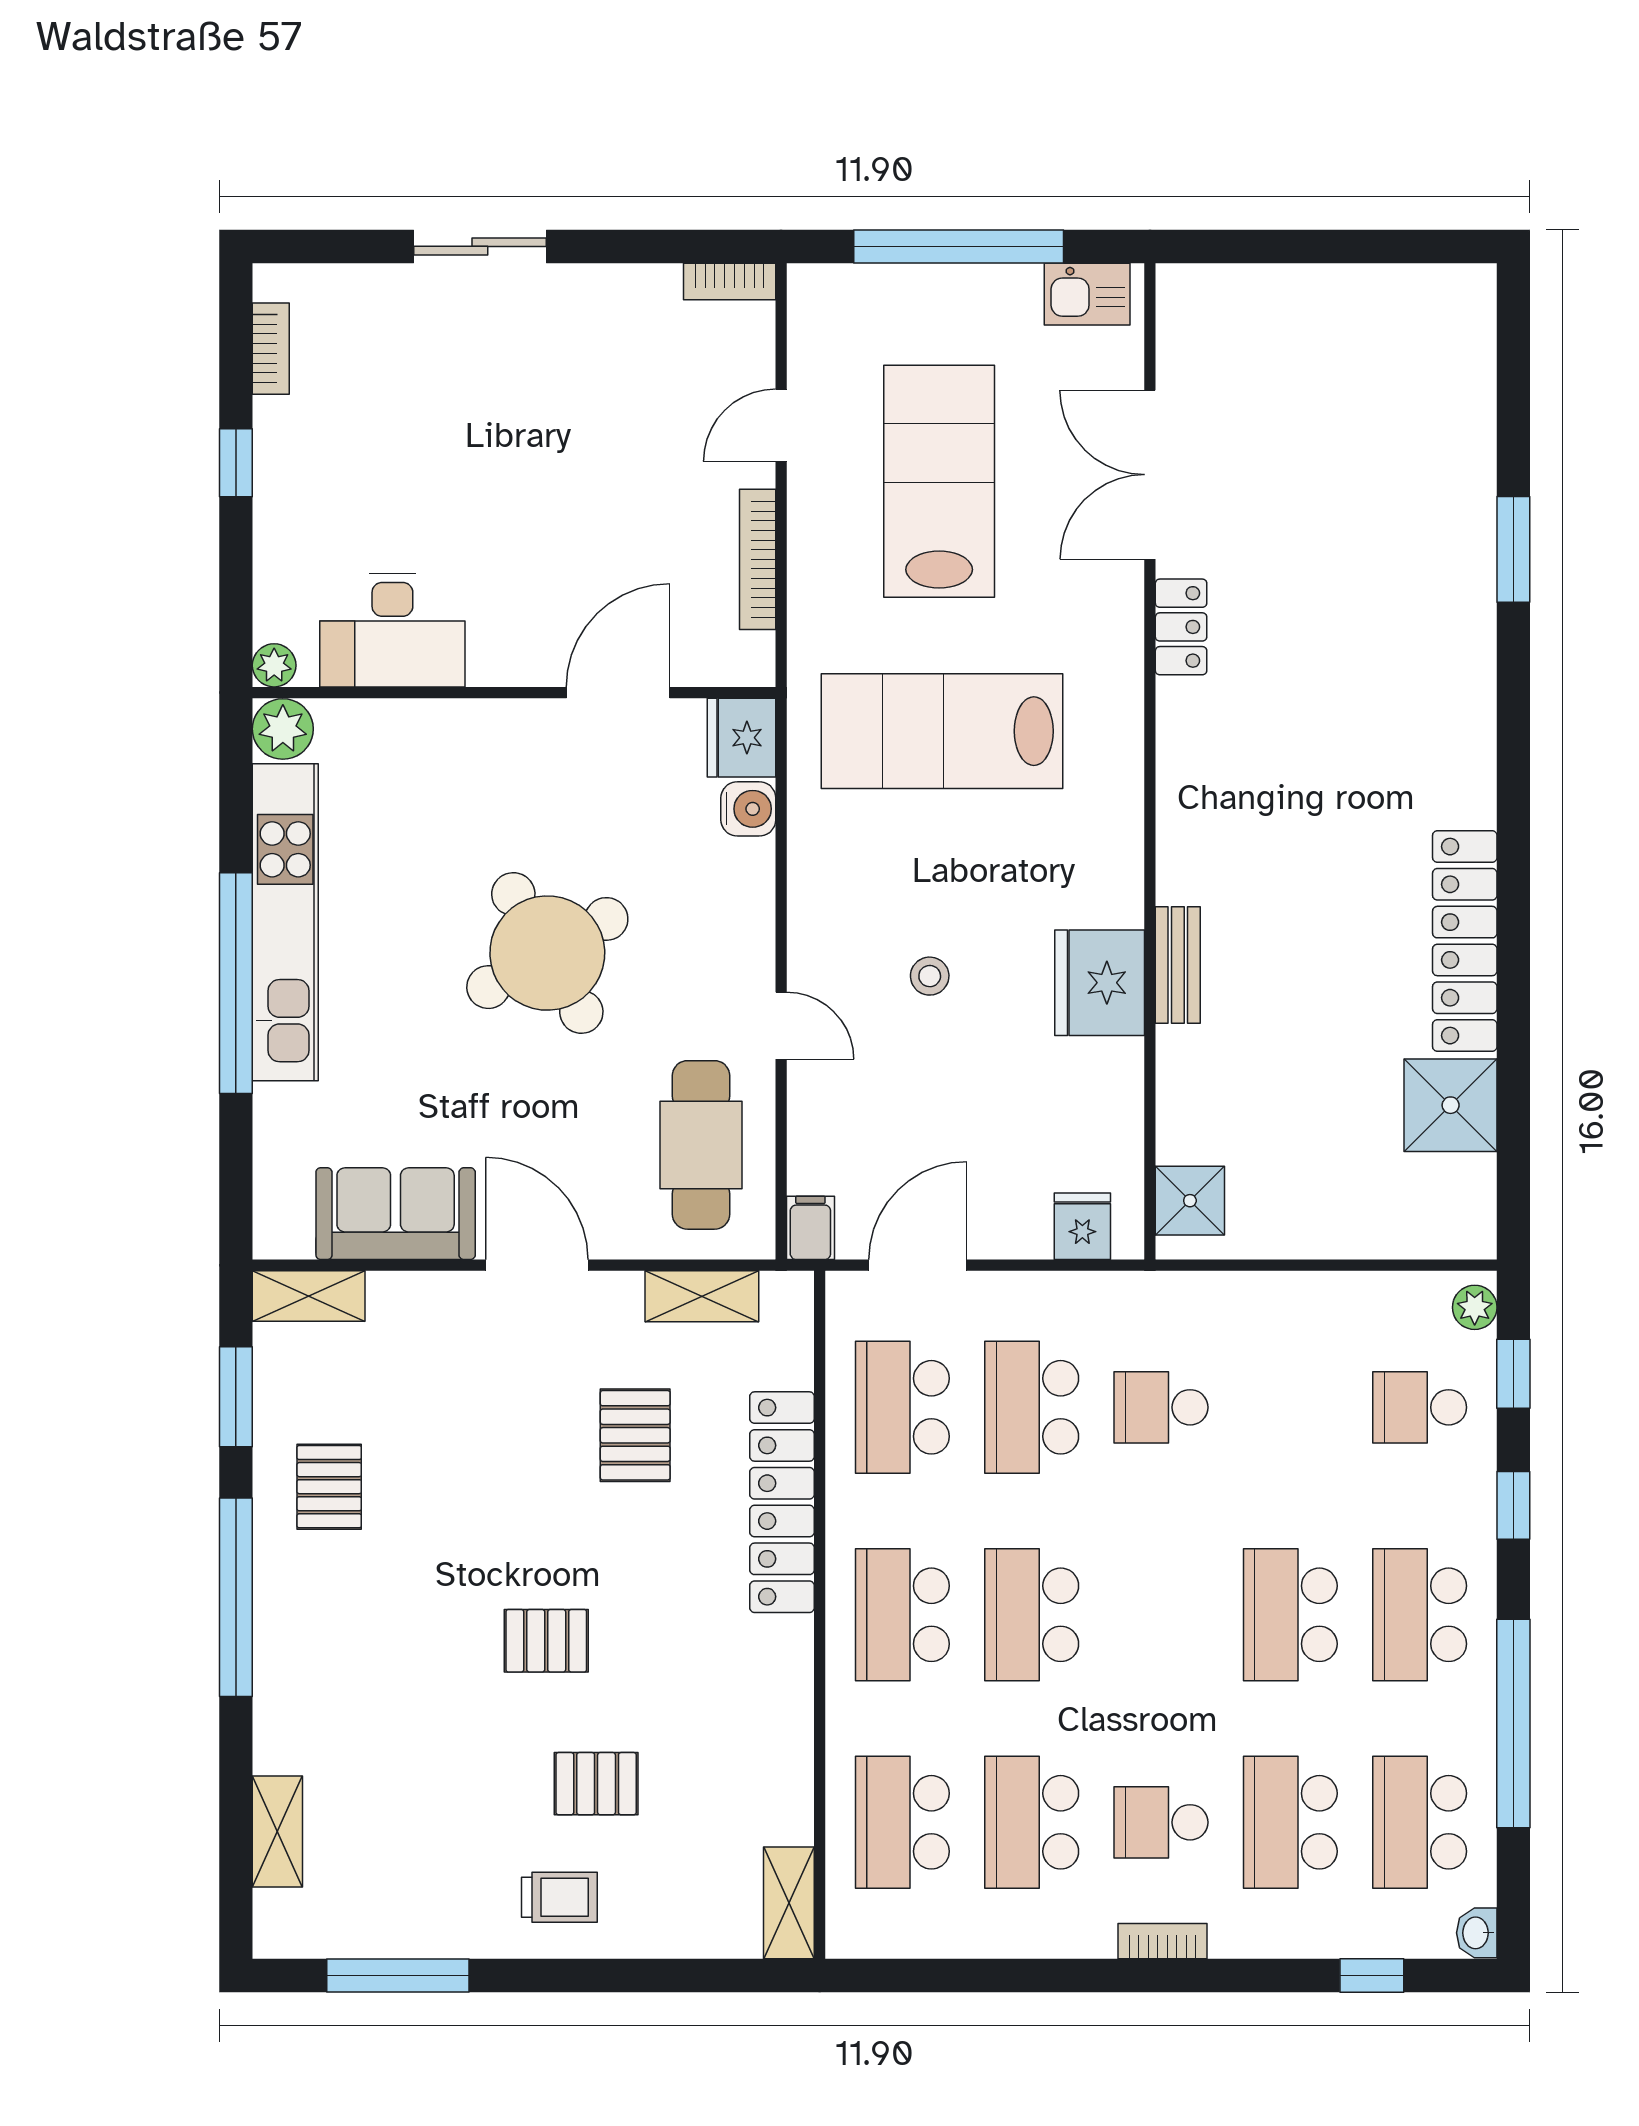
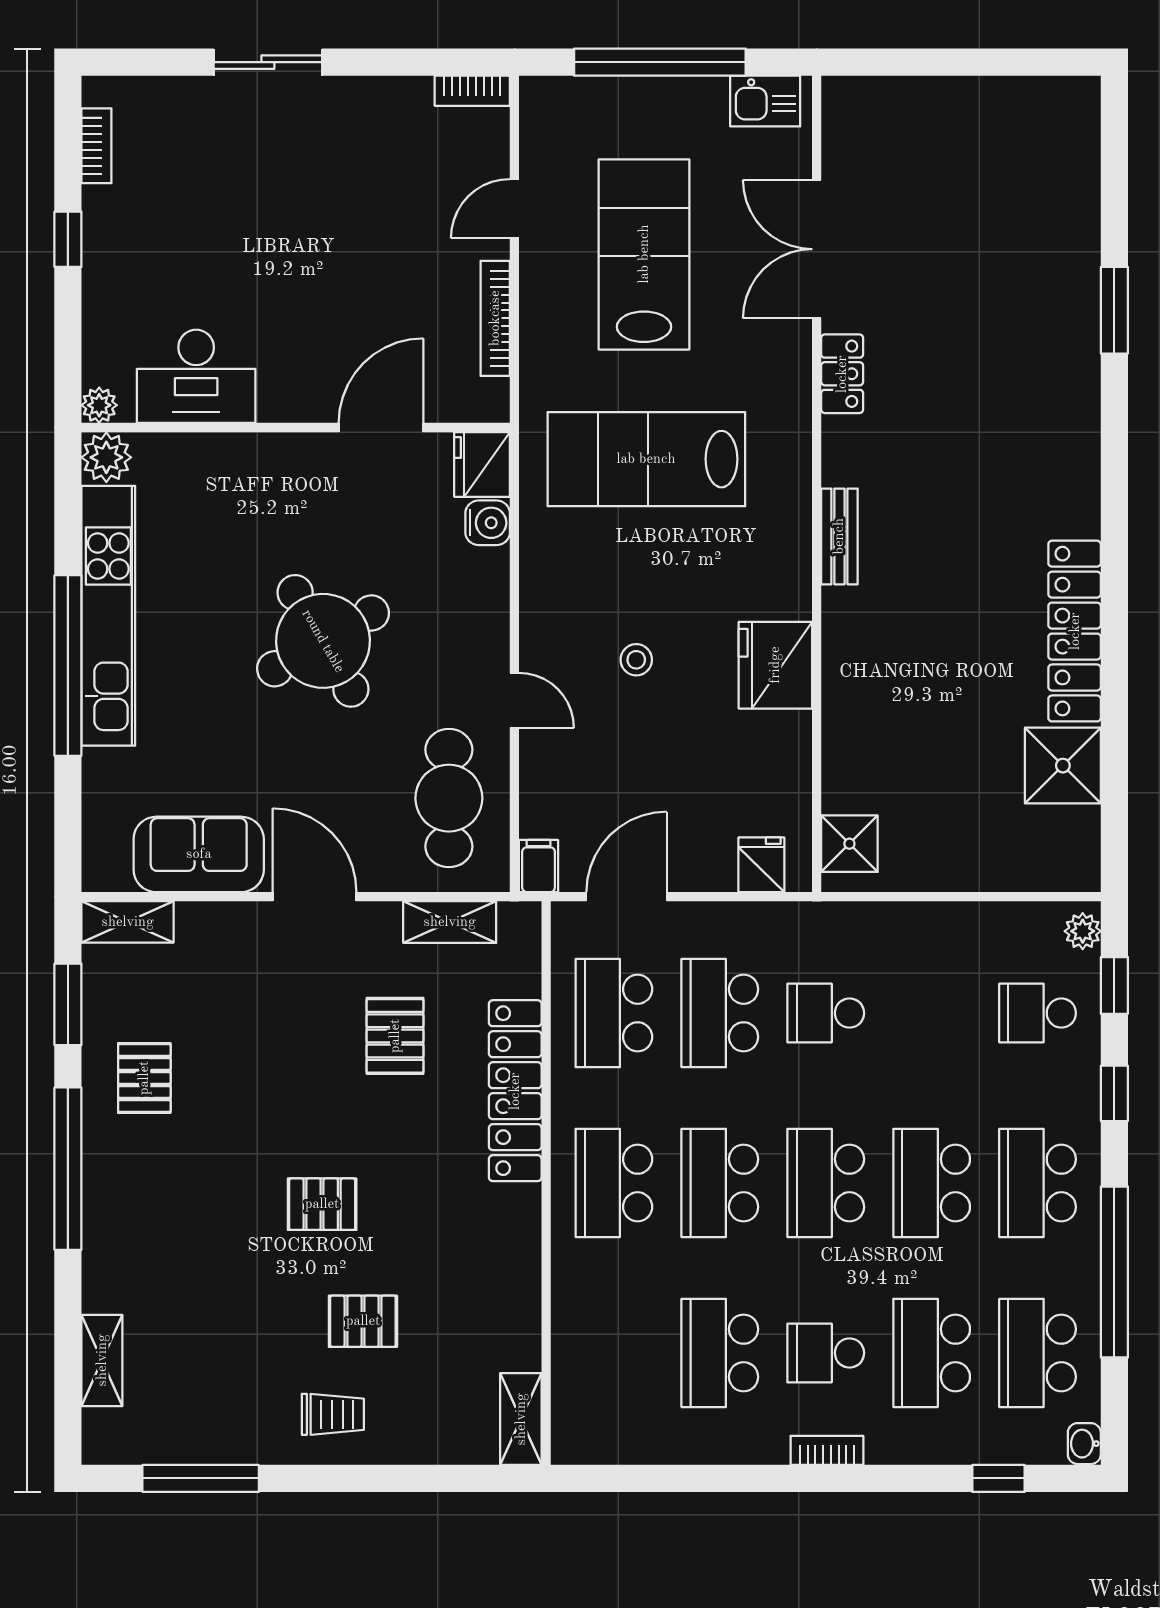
bench: (1178, 965) -> (839, 536), moved
school desk: (902, 1822) -> (826, 1183), moved

